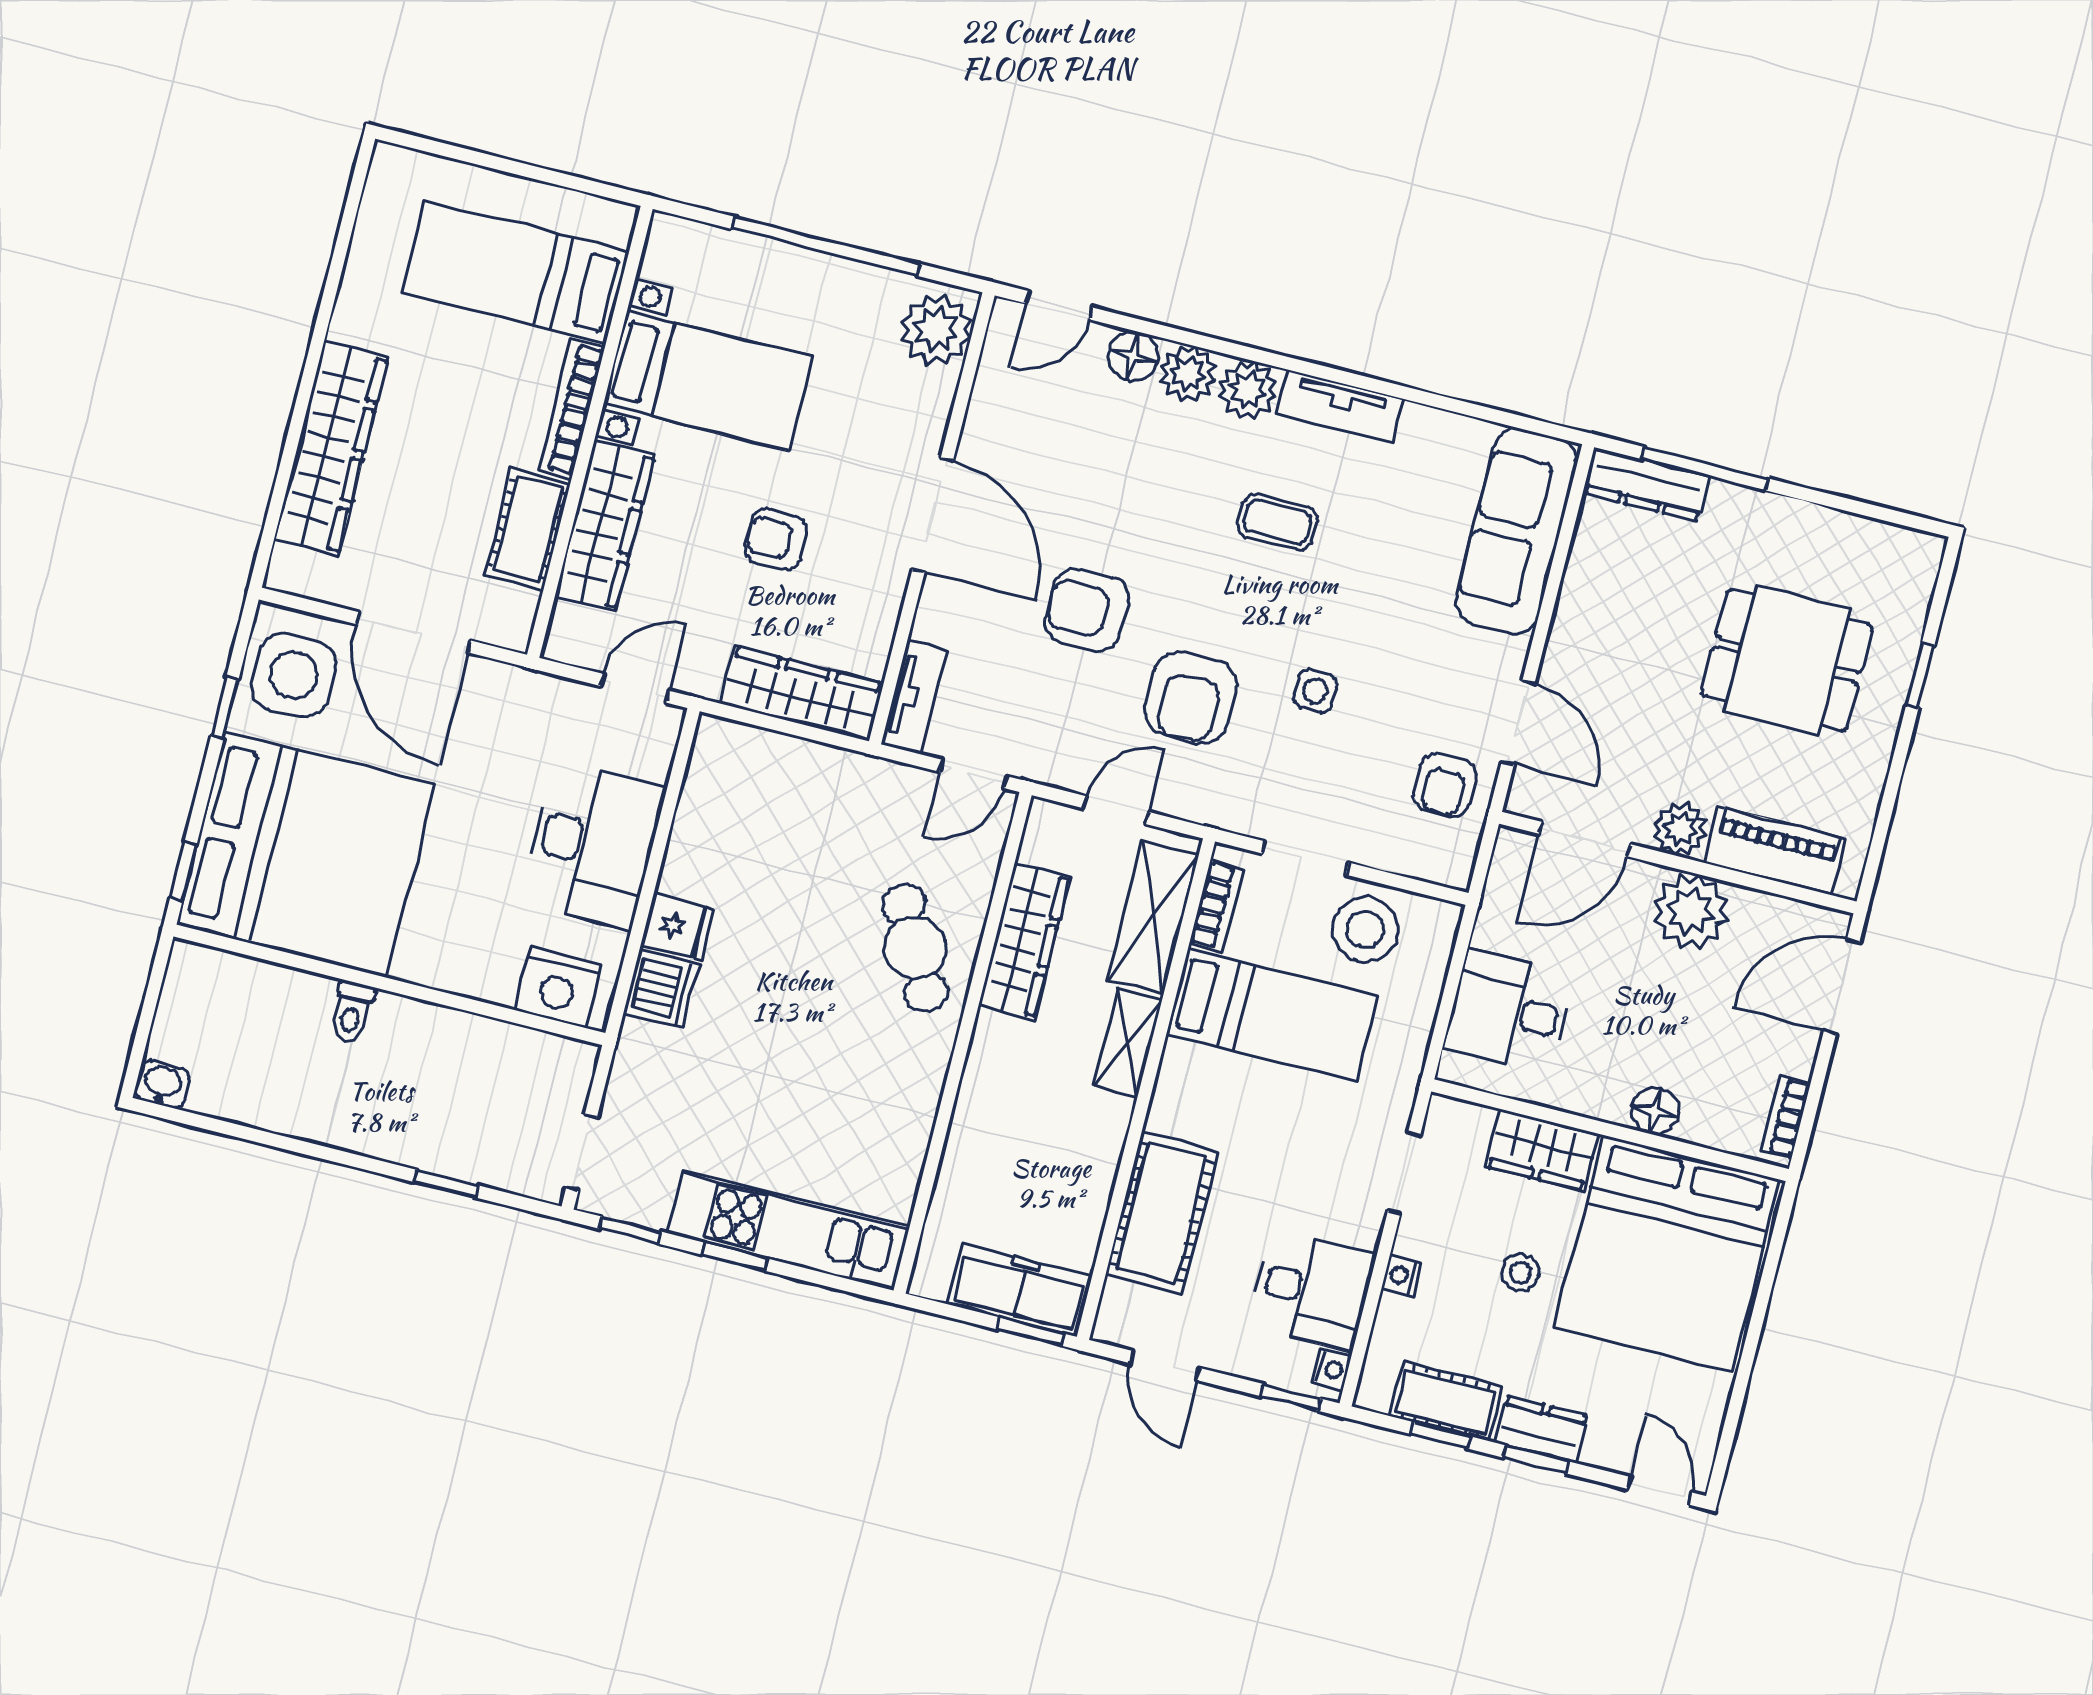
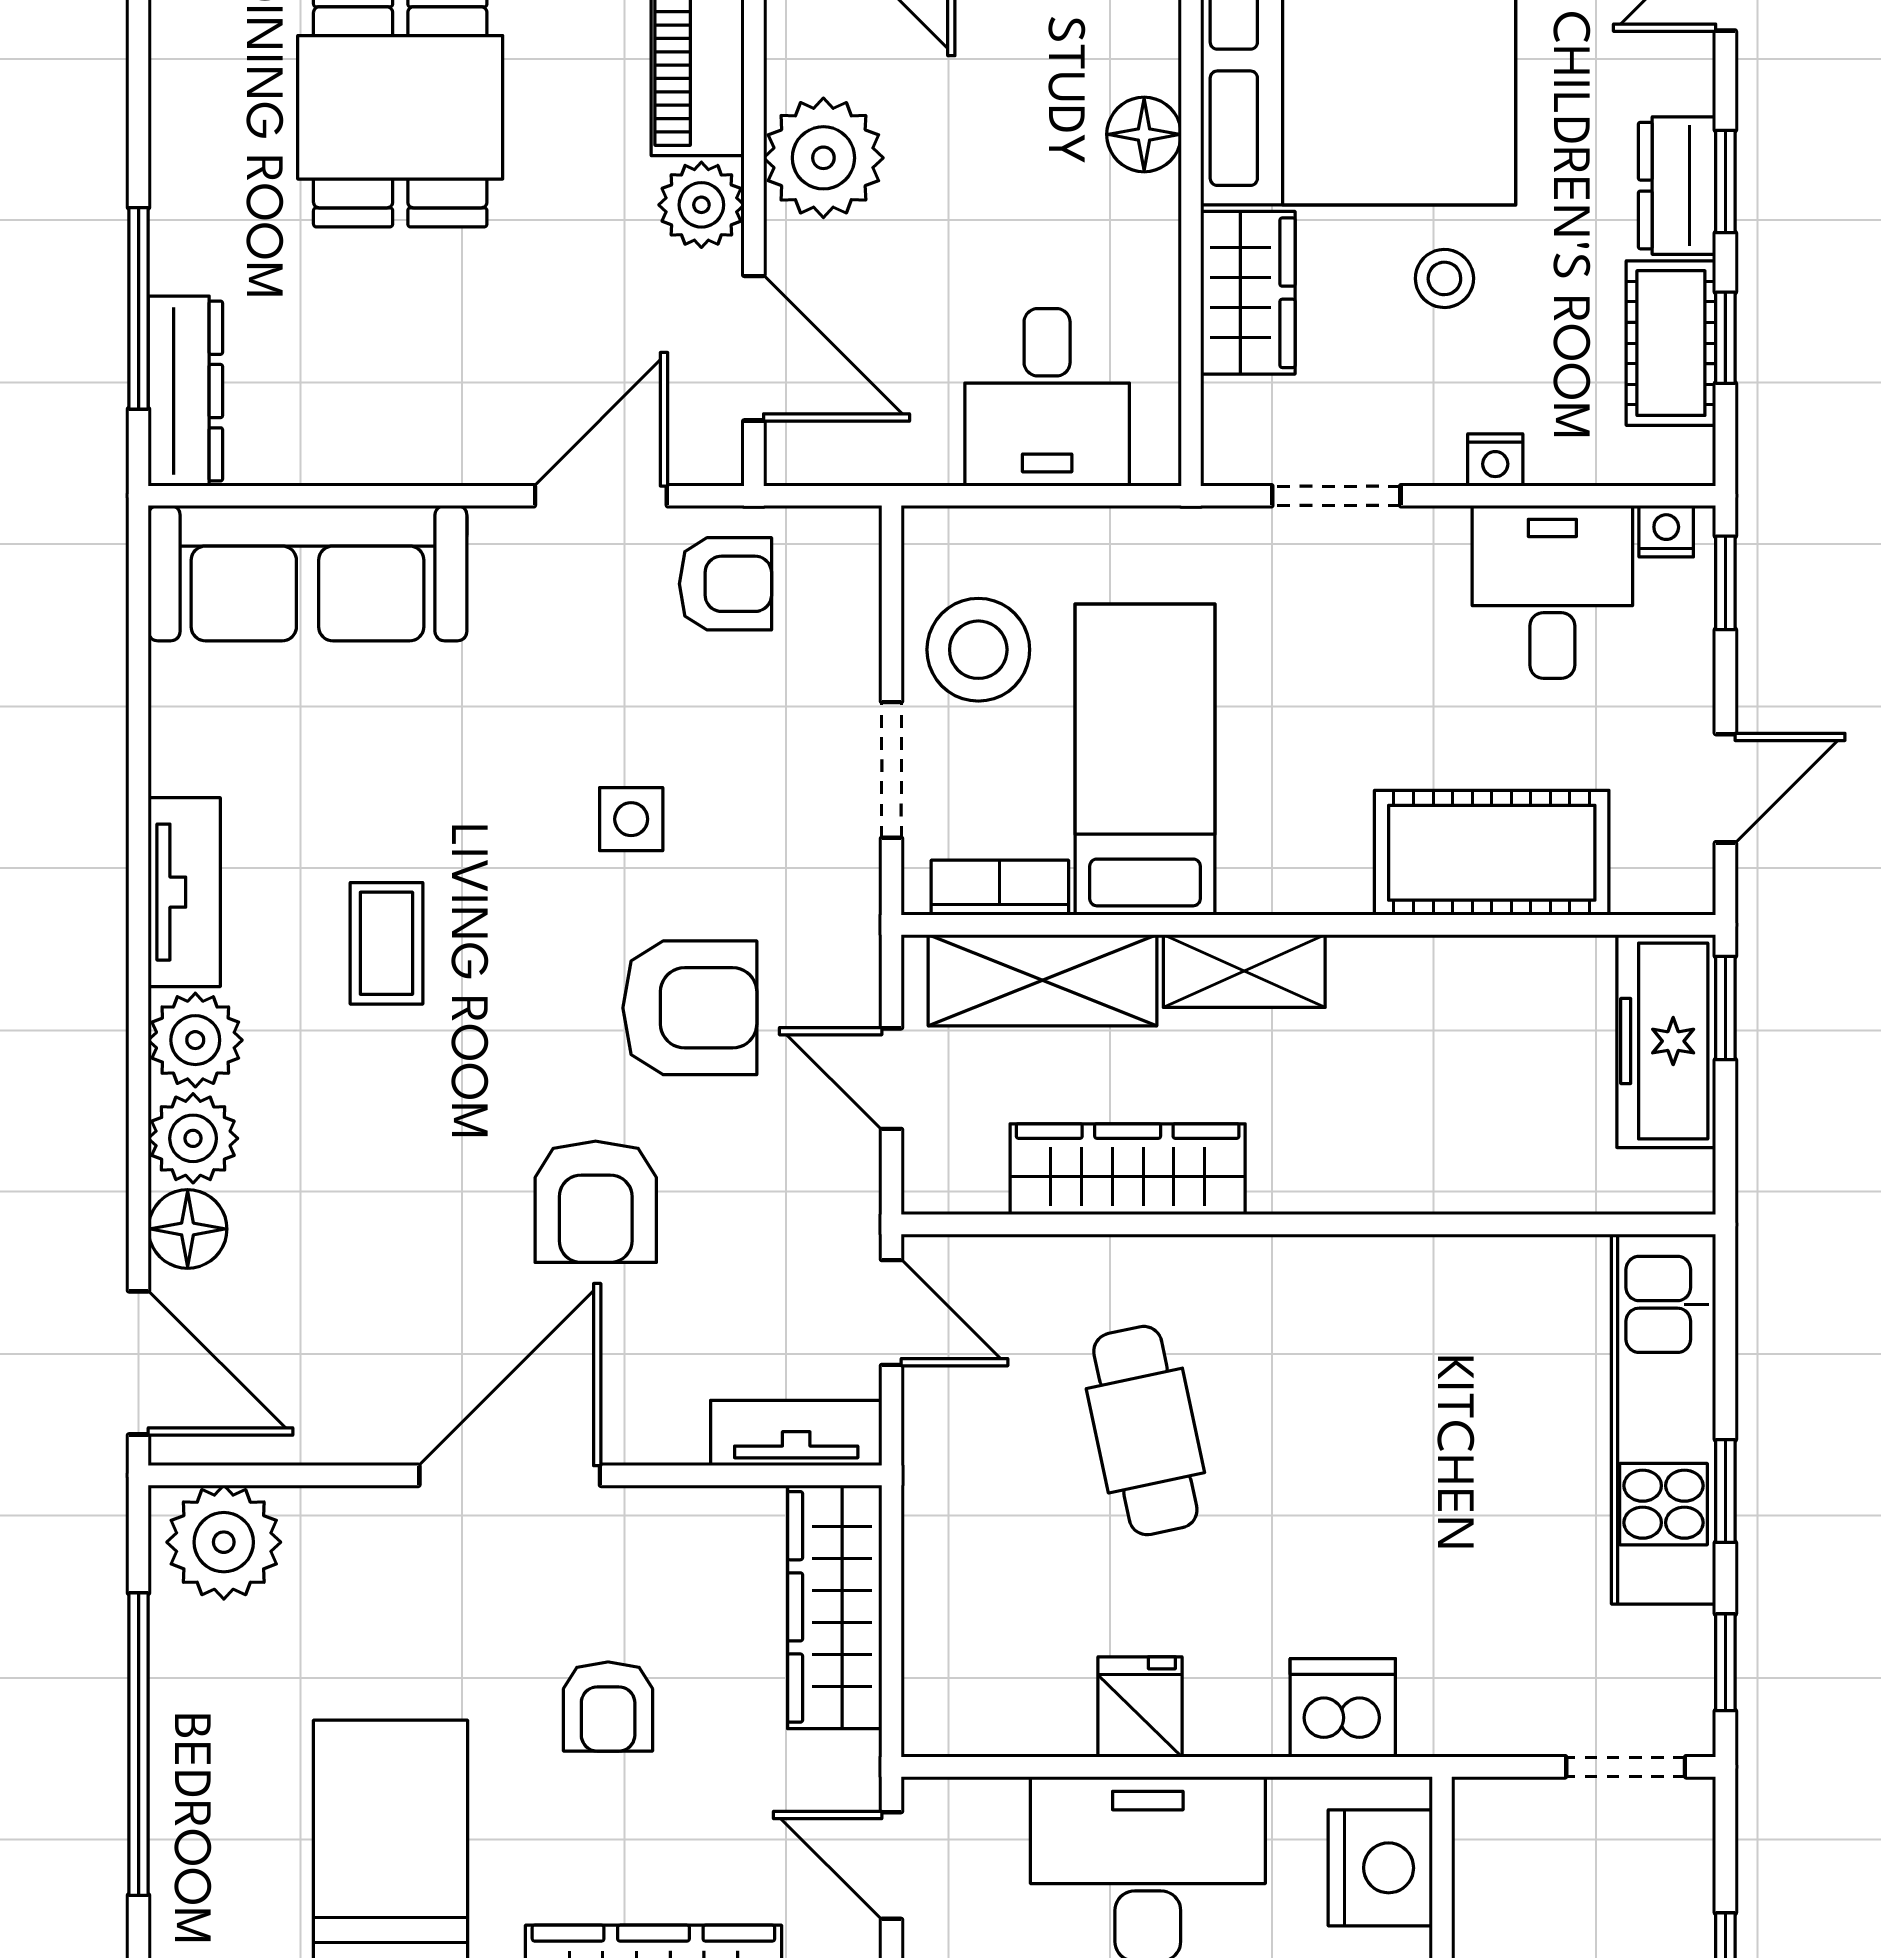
door: (1059, 305) -> (139, 1363), width x1.38
fridge: (678, 927) -> (1140, 1707), moved
cafe table: (915, 948) -> (1145, 1431), moved, turned -74

